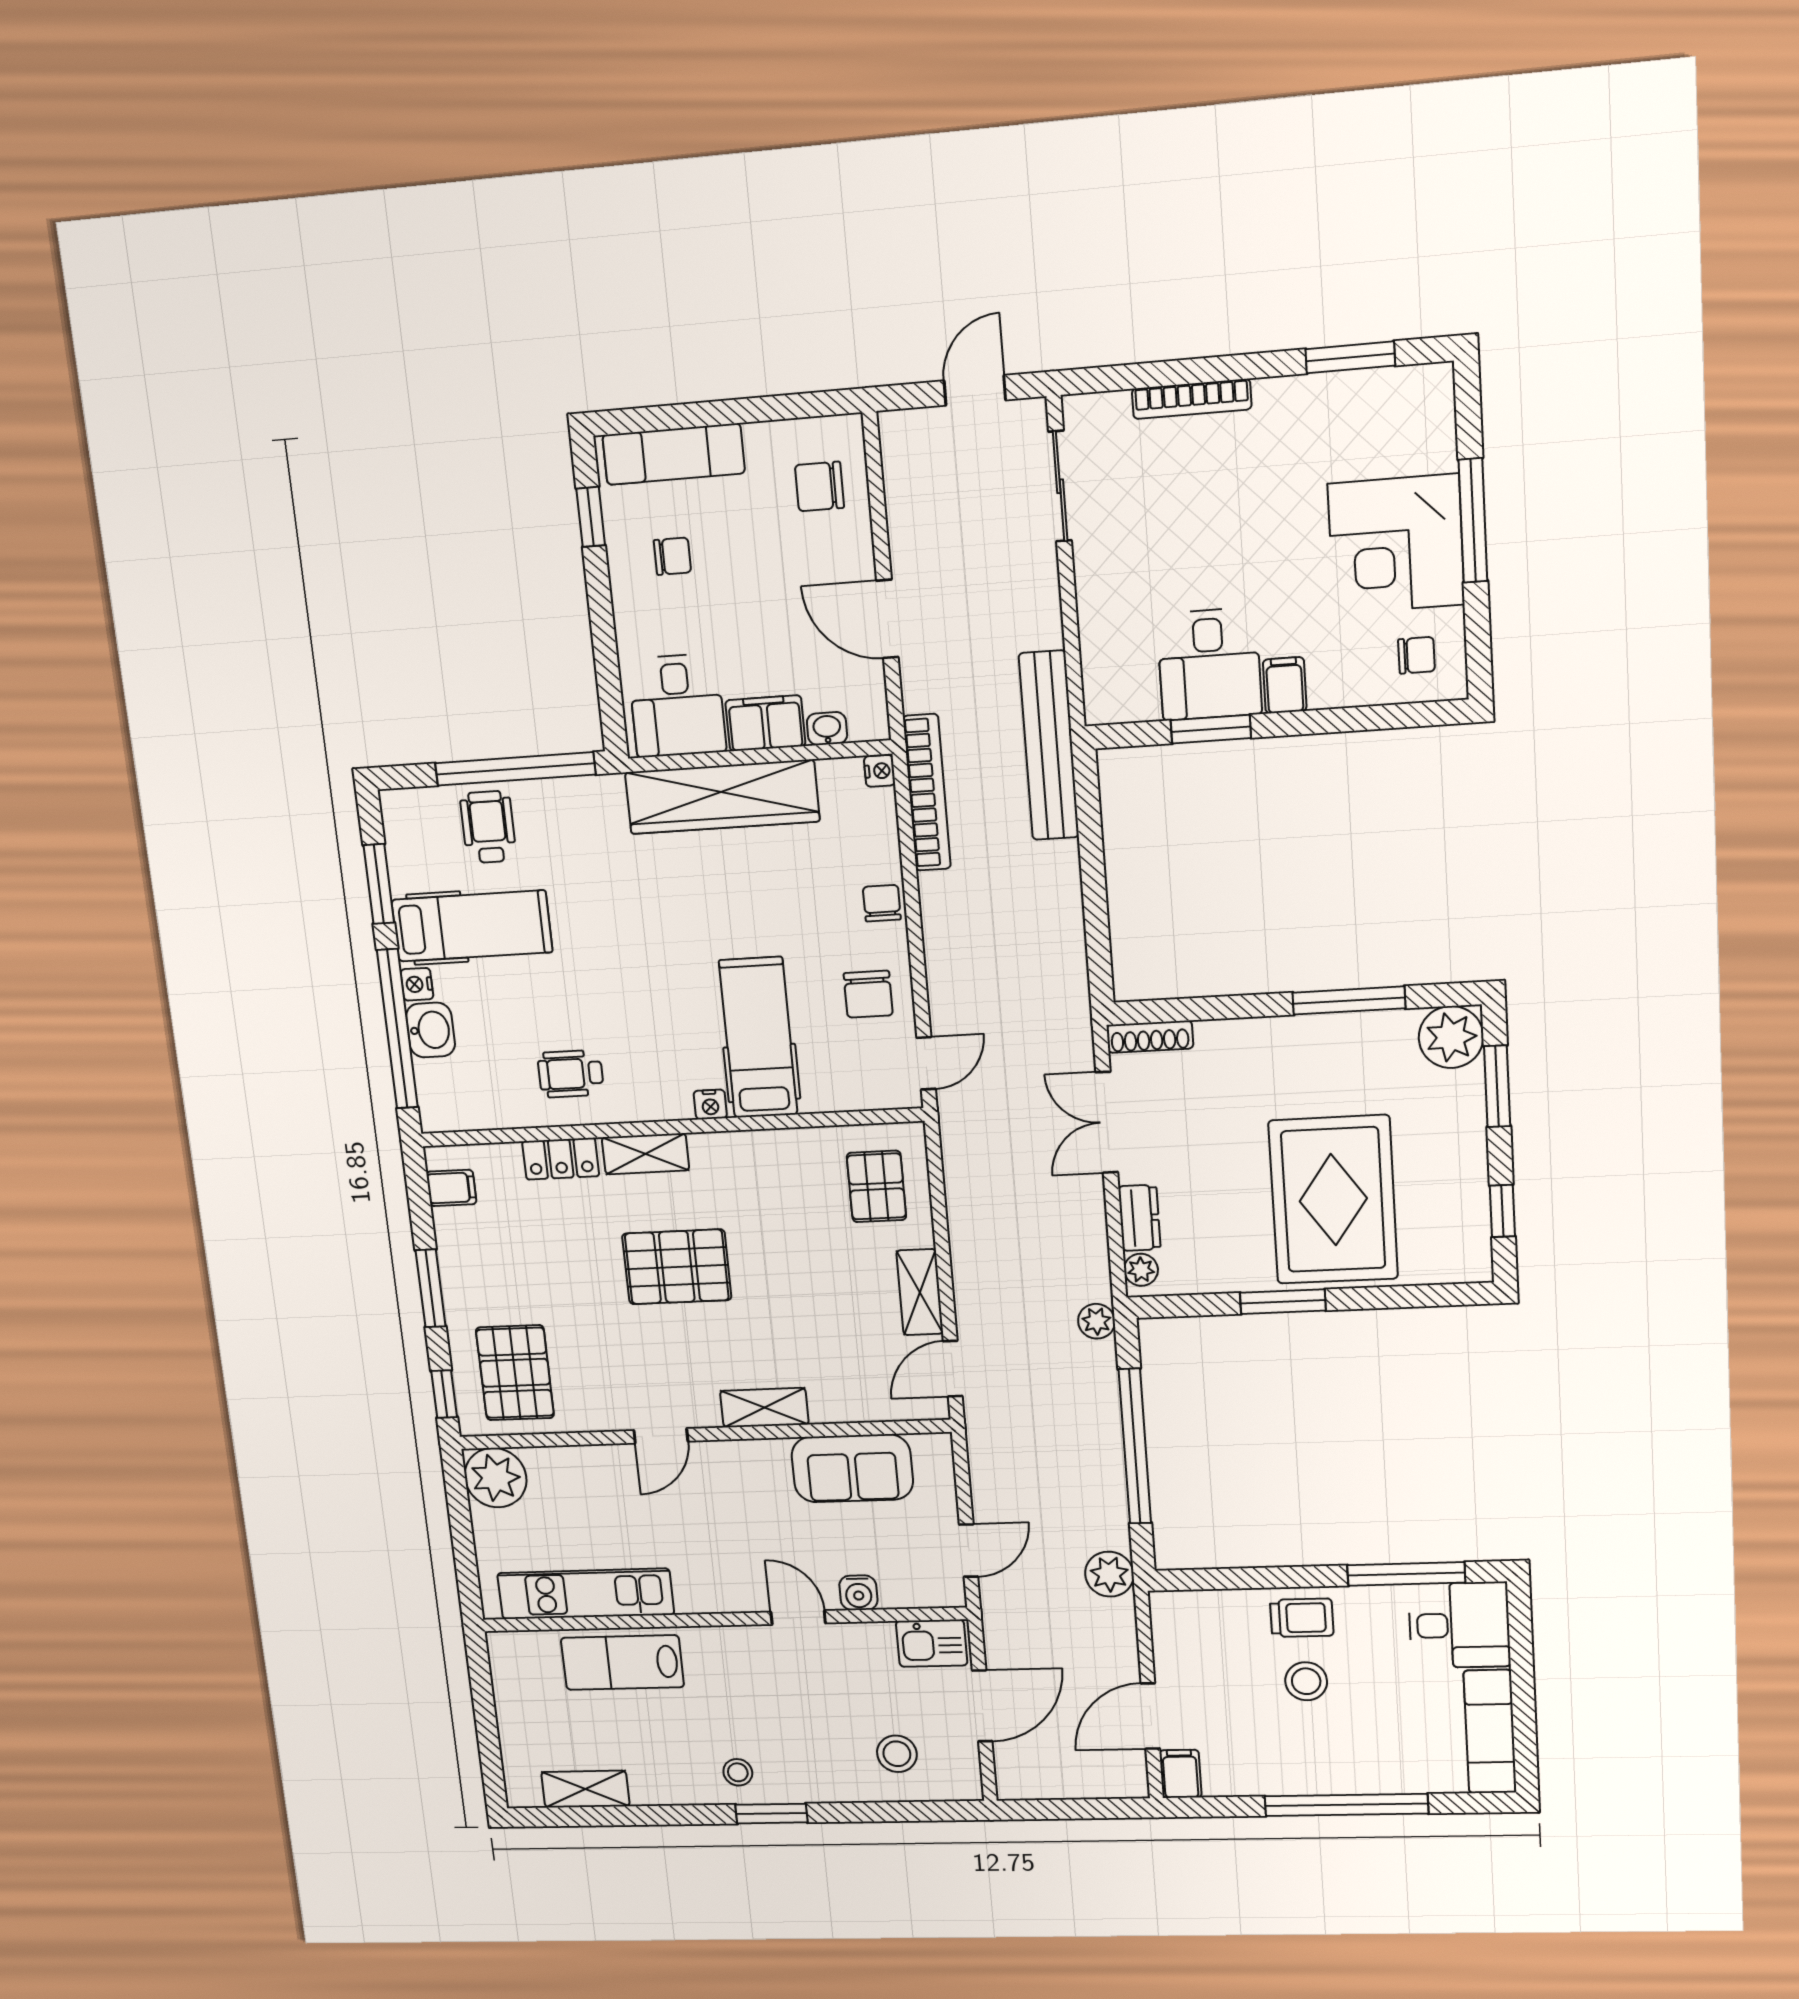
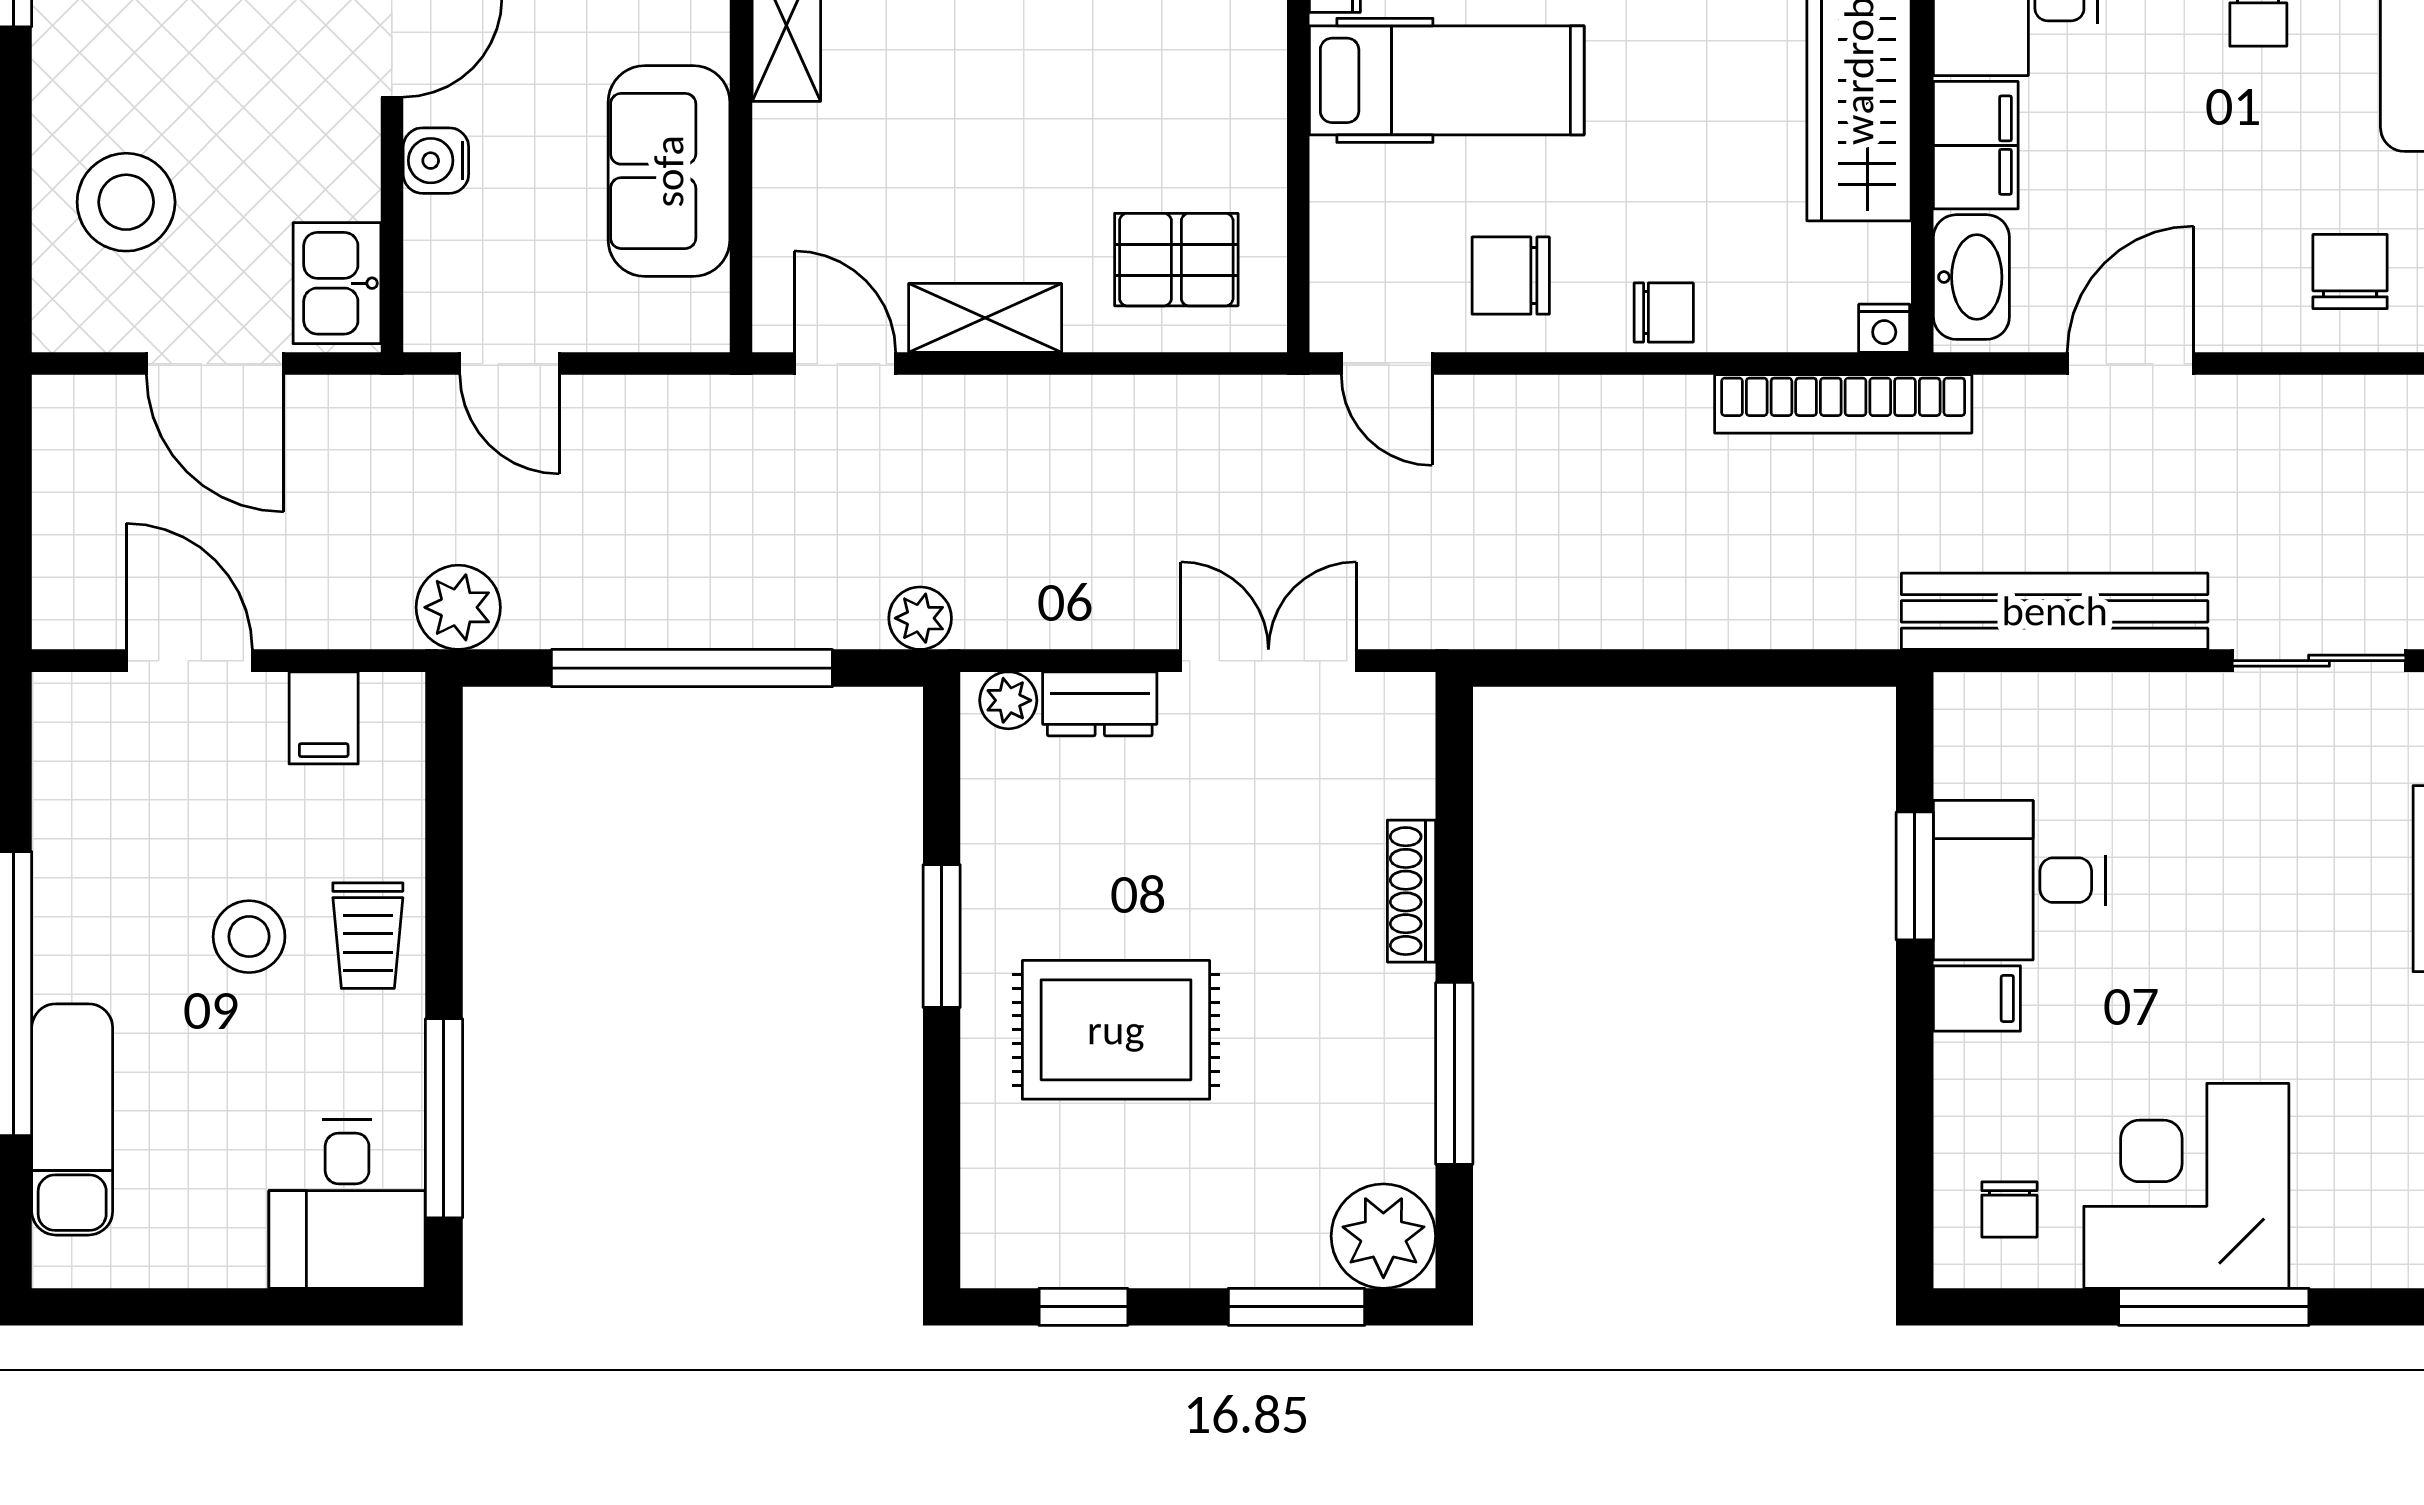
washbasin: (827, 729) -> (1971, 277), width x1.91, depth x1.45
bench: (1049, 746) -> (2055, 611), moved
shoe rack: (1150, 1037) -> (1412, 891), moved
rug: (1333, 1200) -> (1116, 1030), width x0.73, depth x0.69
exam couch: (1490, 1732) -> (72, 1119), moved, turned 90
stool: (897, 1754) -> (126, 202), width x1.38, depth x1.38
filing cabinet: (1180, 1774) -> (324, 718), moved, turned 90

